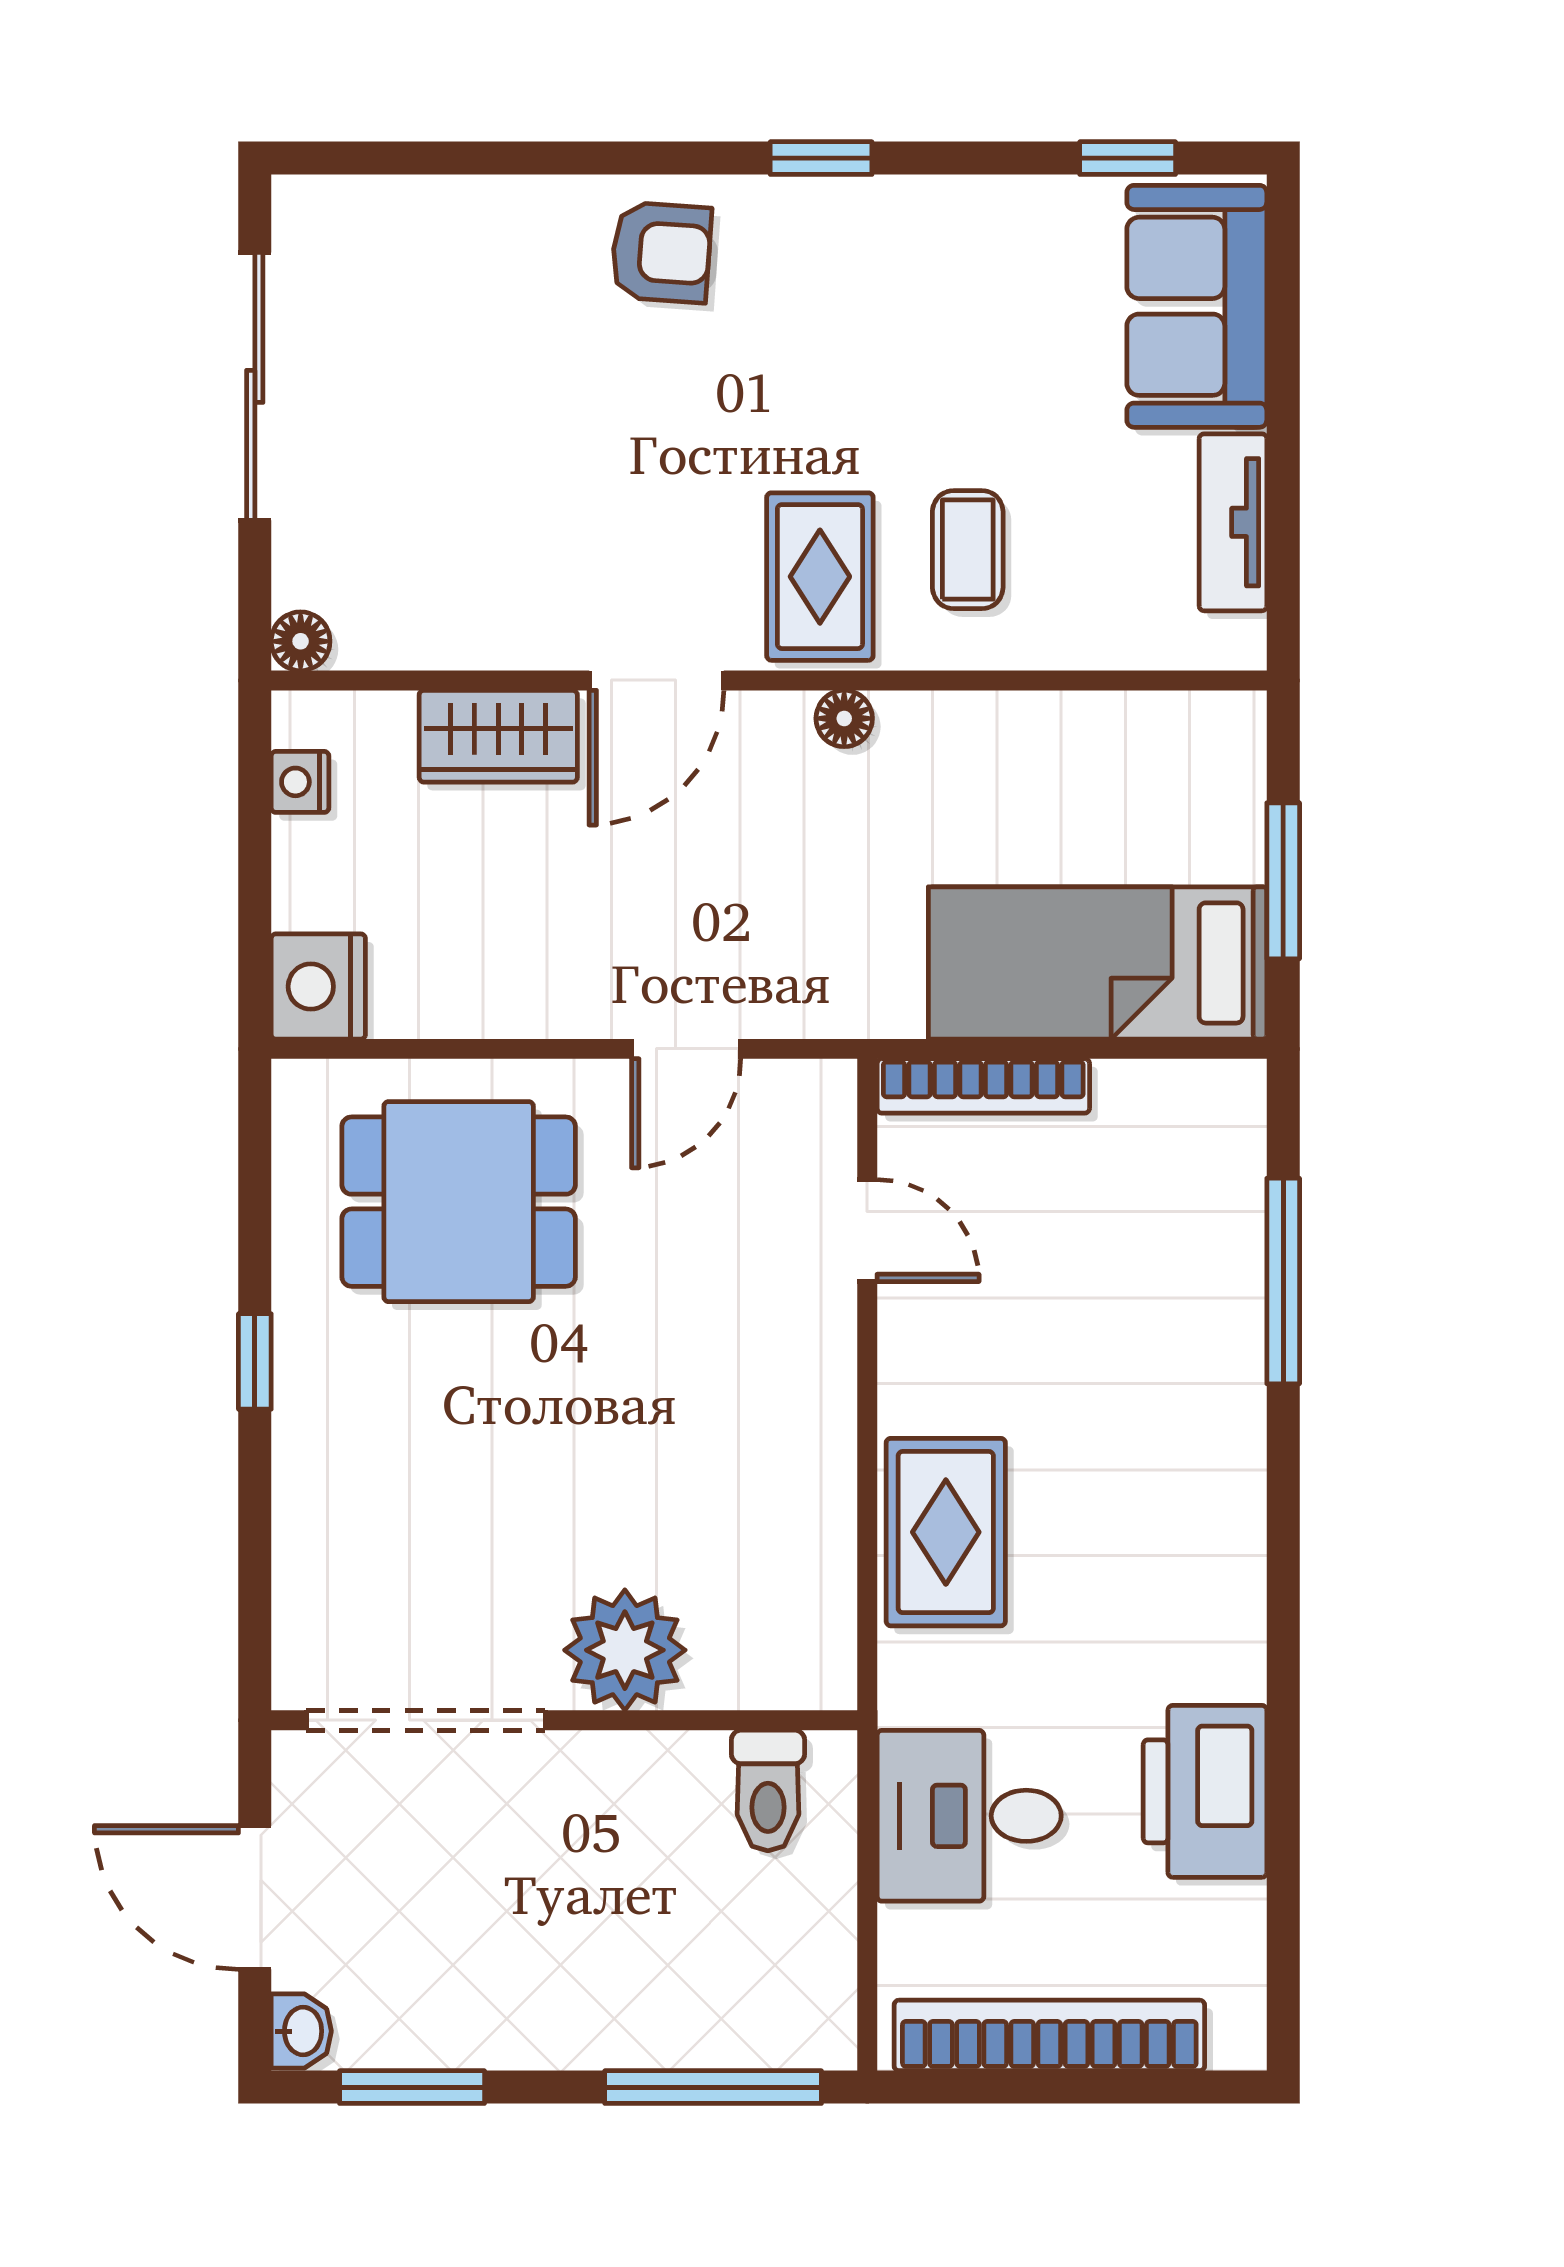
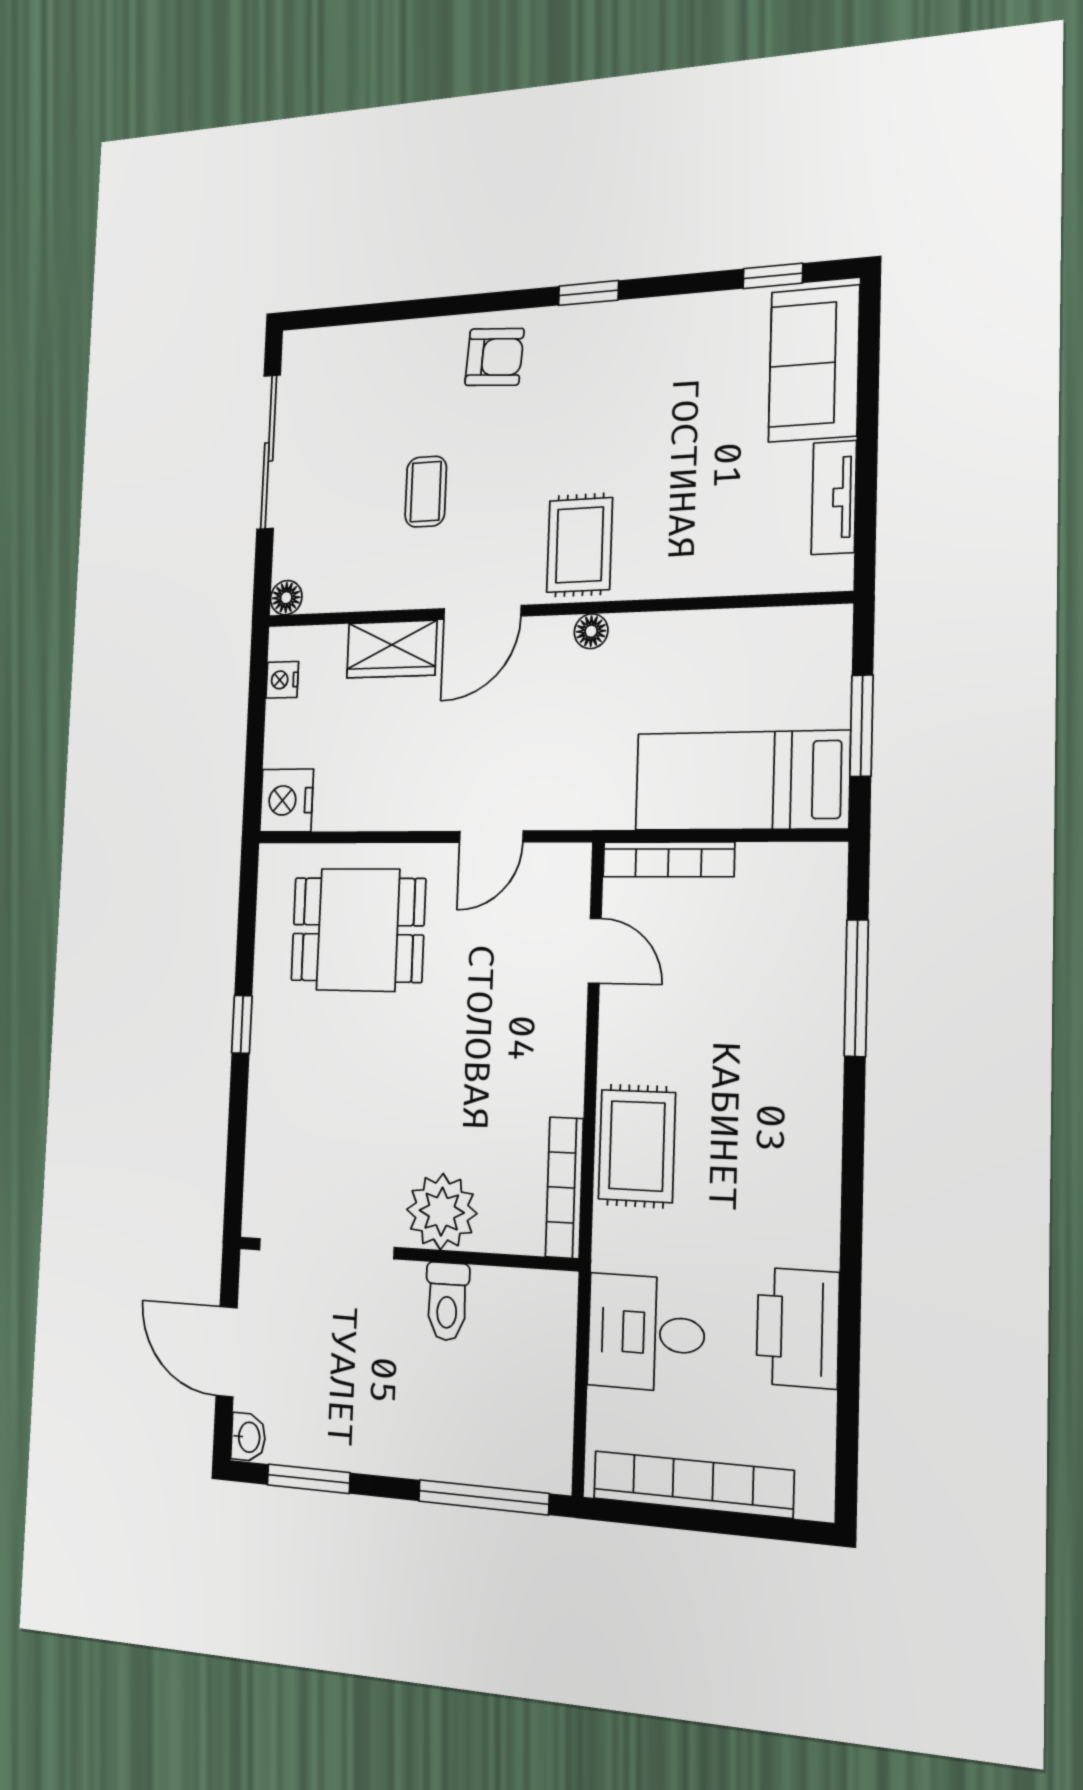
coffee table: (968, 550) -> (426, 492), moved
bookcase: (830, 1602) -> (564, 1188), added
toilet: (768, 1790) -> (447, 1301), moved

